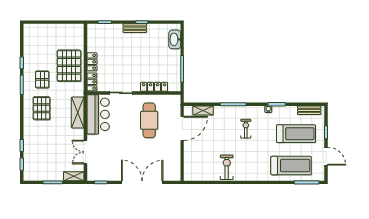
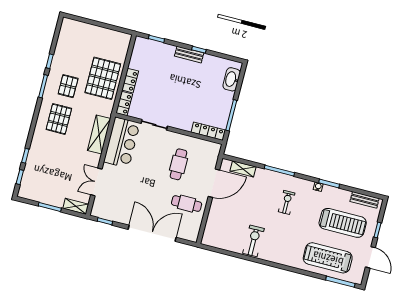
locker: (154, 87) -> (208, 131), moved
cafe table: (149, 120) -> (178, 164), width x0.73, depth x0.74
cafe table: (164, 151) -> (187, 204), added
treadmill: (291, 166) -> (328, 258), turned 180

